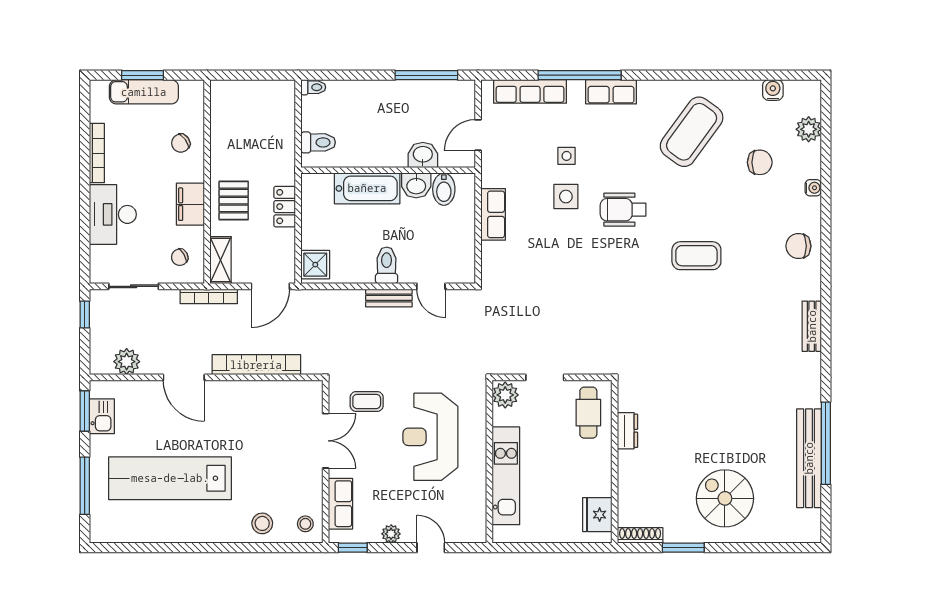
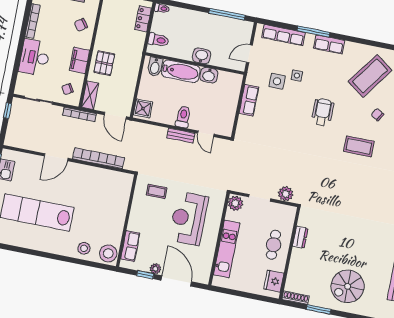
window: (580, 75) -> (313, 31), width x0.68
washbasin: (423, 155) -> (201, 56), moved
bidet: (444, 189) -> (155, 67), moved
chair: (717, 195) -> (377, 115), added
side table: (566, 197) -> (277, 81), moved
locker: (285, 207) -> (143, 19), moved
wheelchair: (623, 210) -> (323, 112), turned 90
door: (270, 286) -> (115, 116), hinge flipped
plant: (127, 362) -> (286, 194), moved
door: (184, 377) -> (56, 157), hinge flipped
cafe table: (588, 413) -> (273, 245), moved
double door: (326, 441) -> (129, 209), removed
spiral stairs: (725, 498) -> (348, 286), turned -90
stool: (305, 524) -> (108, 253), width x1.89, depth x1.89
window: (353, 548) -> (145, 275), moved
door: (431, 548) -> (176, 281), width x1.88

